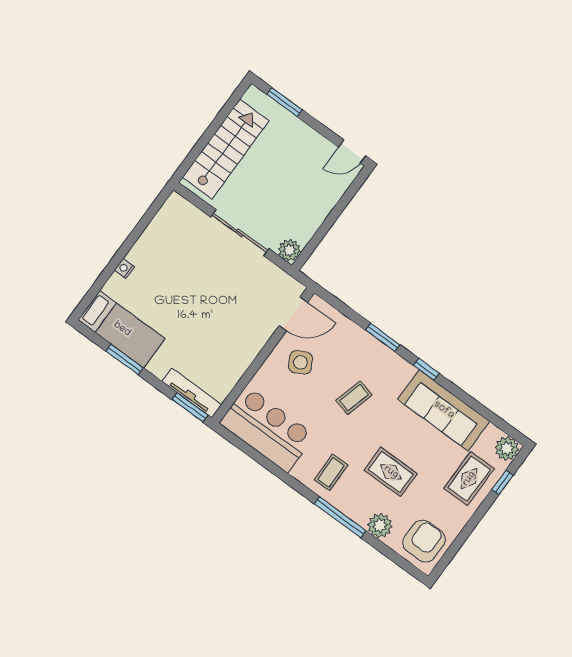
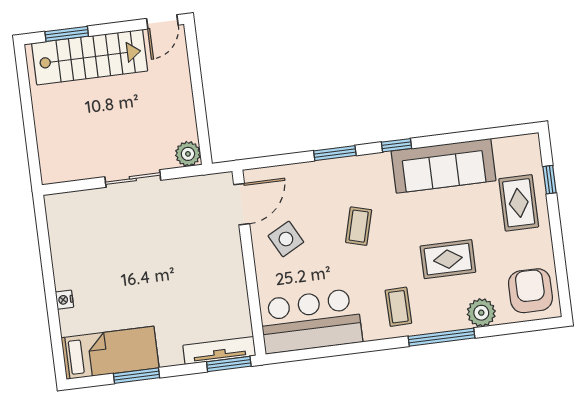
stairs: (226, 149) -> (90, 57), moved, turned 90
sliding door: (240, 233) -> (133, 179), width x0.73
plant: (507, 449) -> (527, 148), removed

